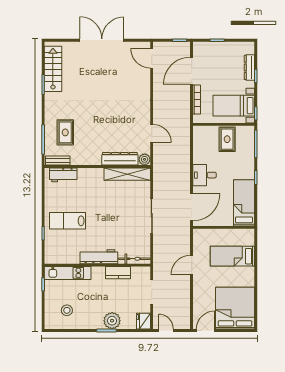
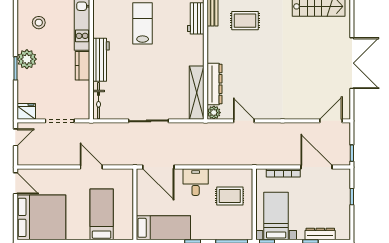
door: (152, 133) -> (244, 121), swing flipped
rug: (227, 139) -> (230, 196), moved
kitchen counter: (118, 273) -> (83, 66), moved
plant: (112, 321) -> (27, 59), moved

